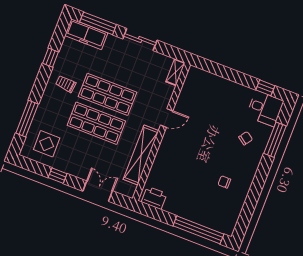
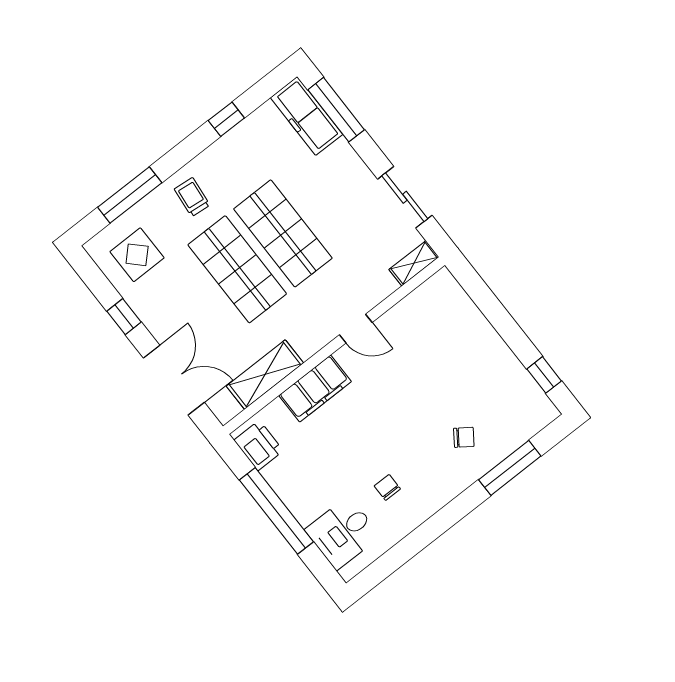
sliding door: (140, 39) -> (405, 197), moved
trolley: (66, 84) -> (192, 197), moved
desk: (265, 109) -> (343, 533), moved, turned 90
shelving: (141, 155) -> (265, 375), width x0.68
filing cabinet: (164, 156) -> (315, 389), added
double door: (98, 191) -> (174, 380), width x1.37
window: (198, 230) -> (276, 511), moved

